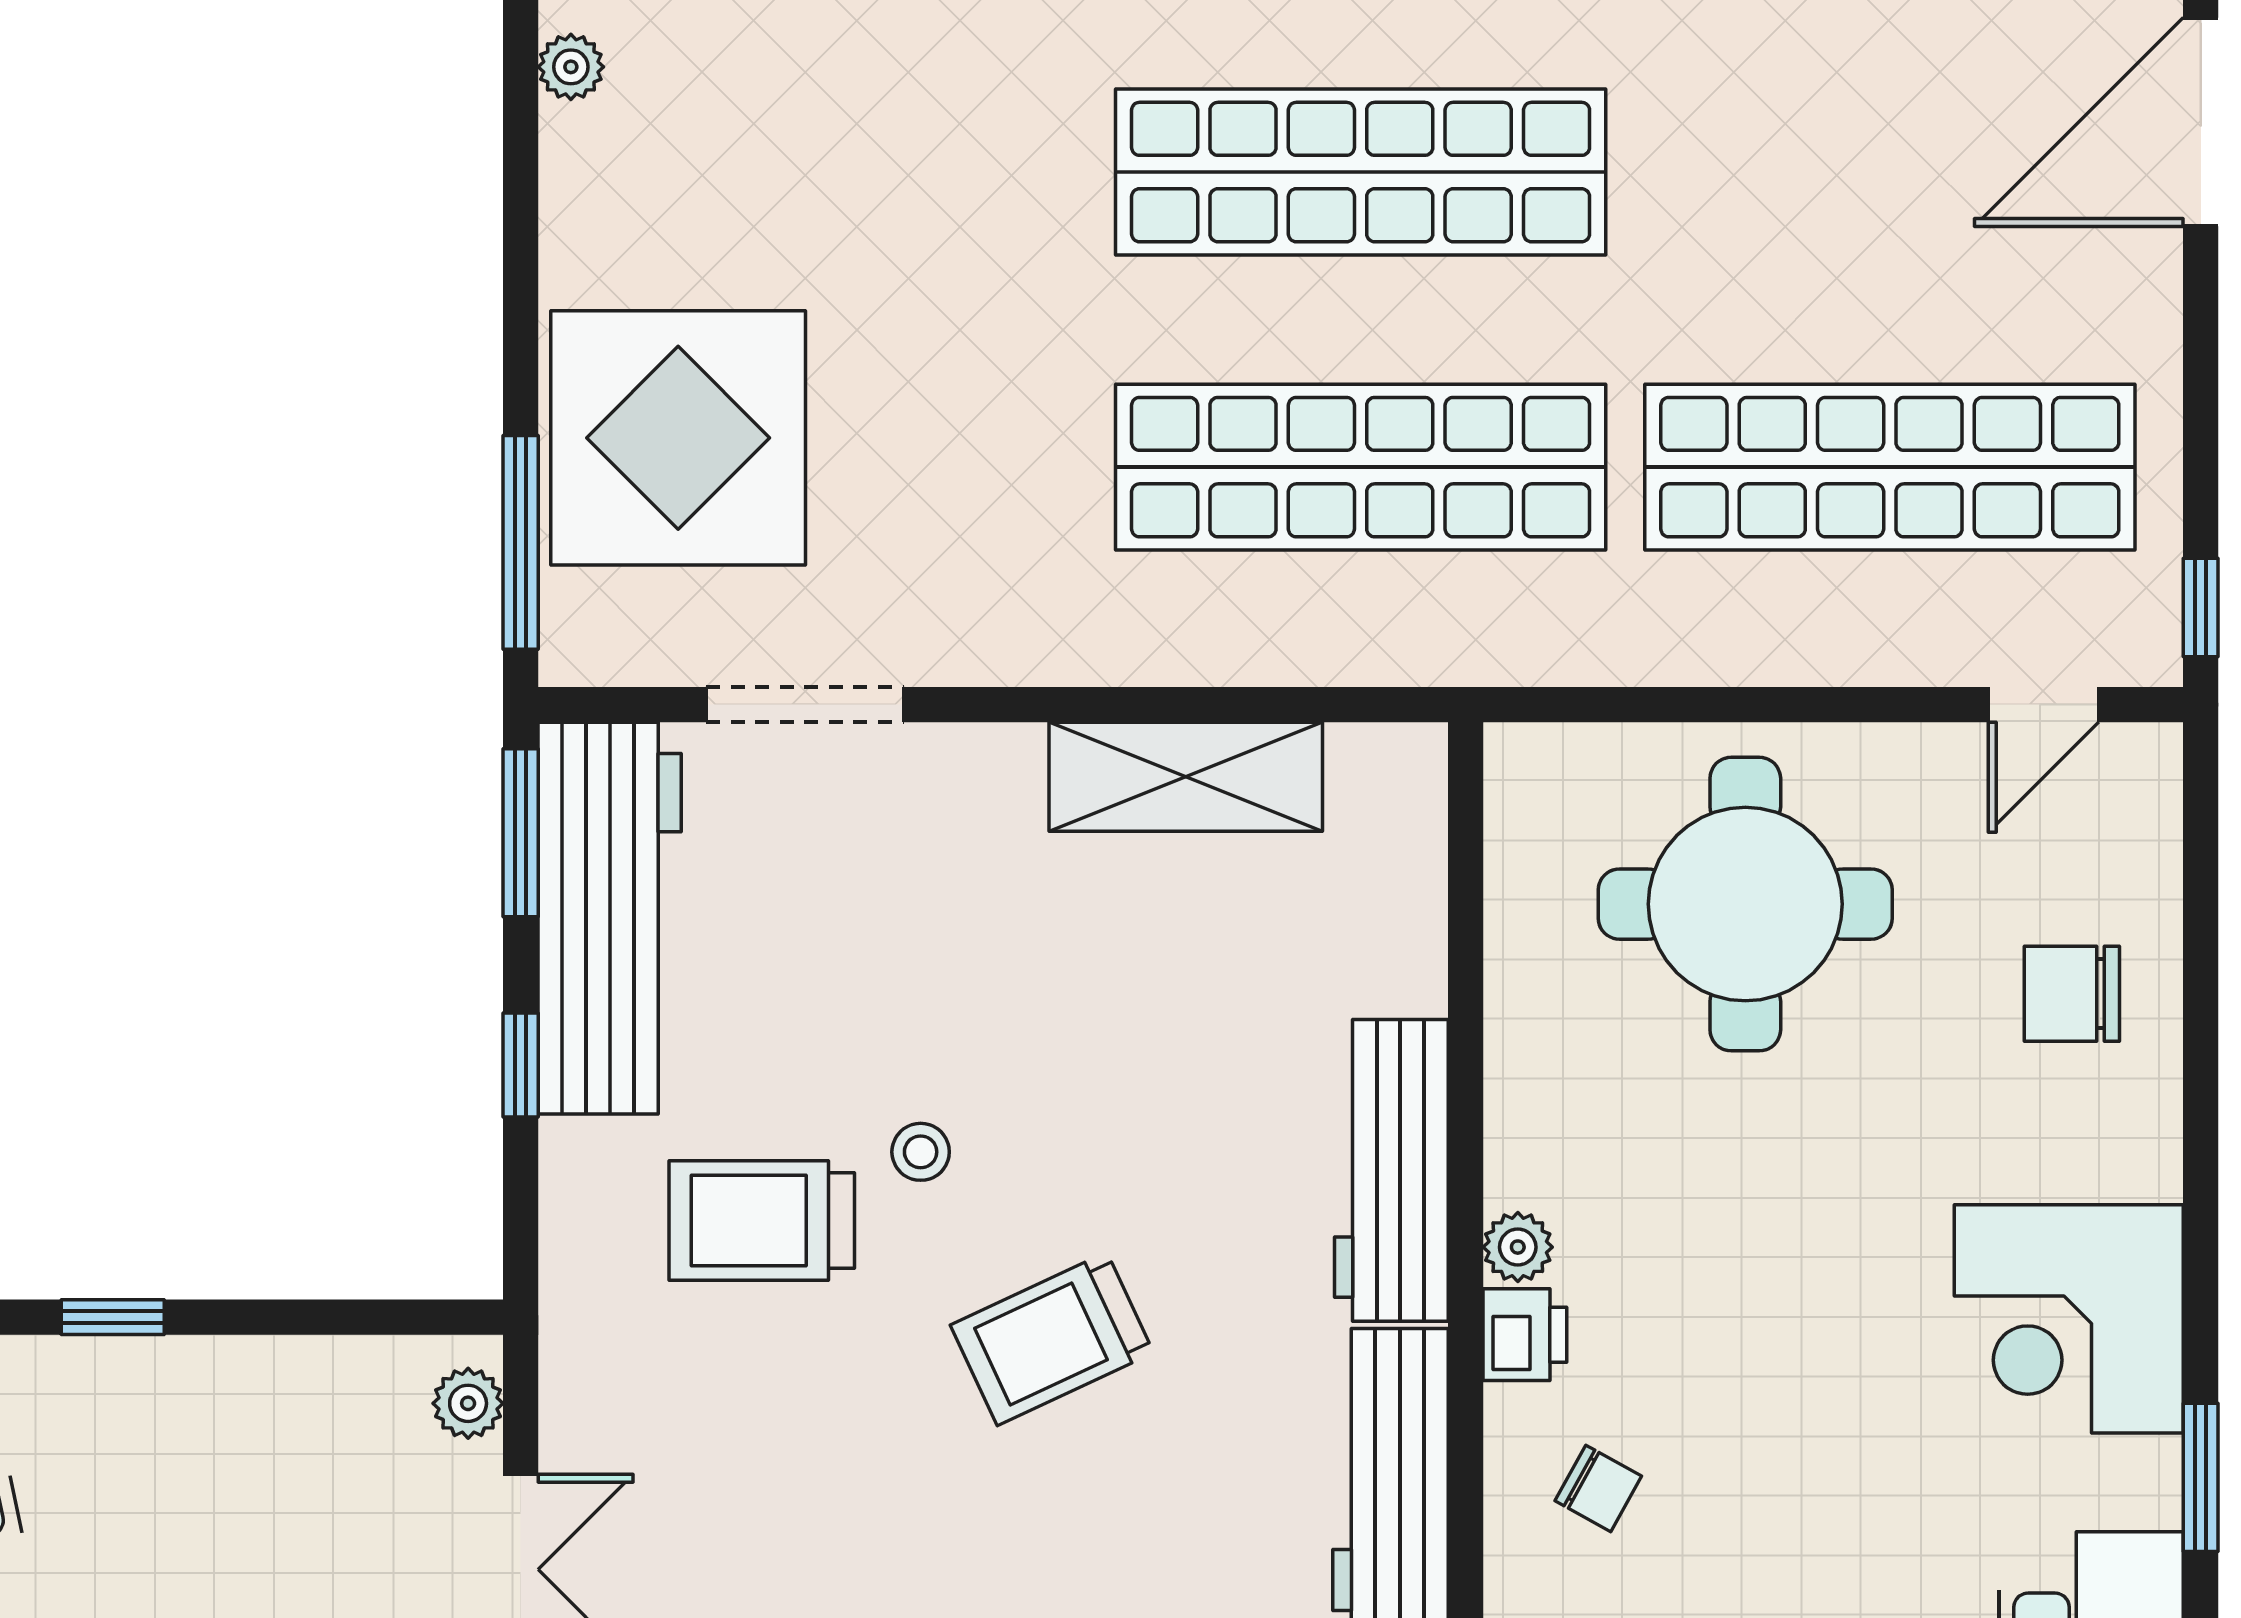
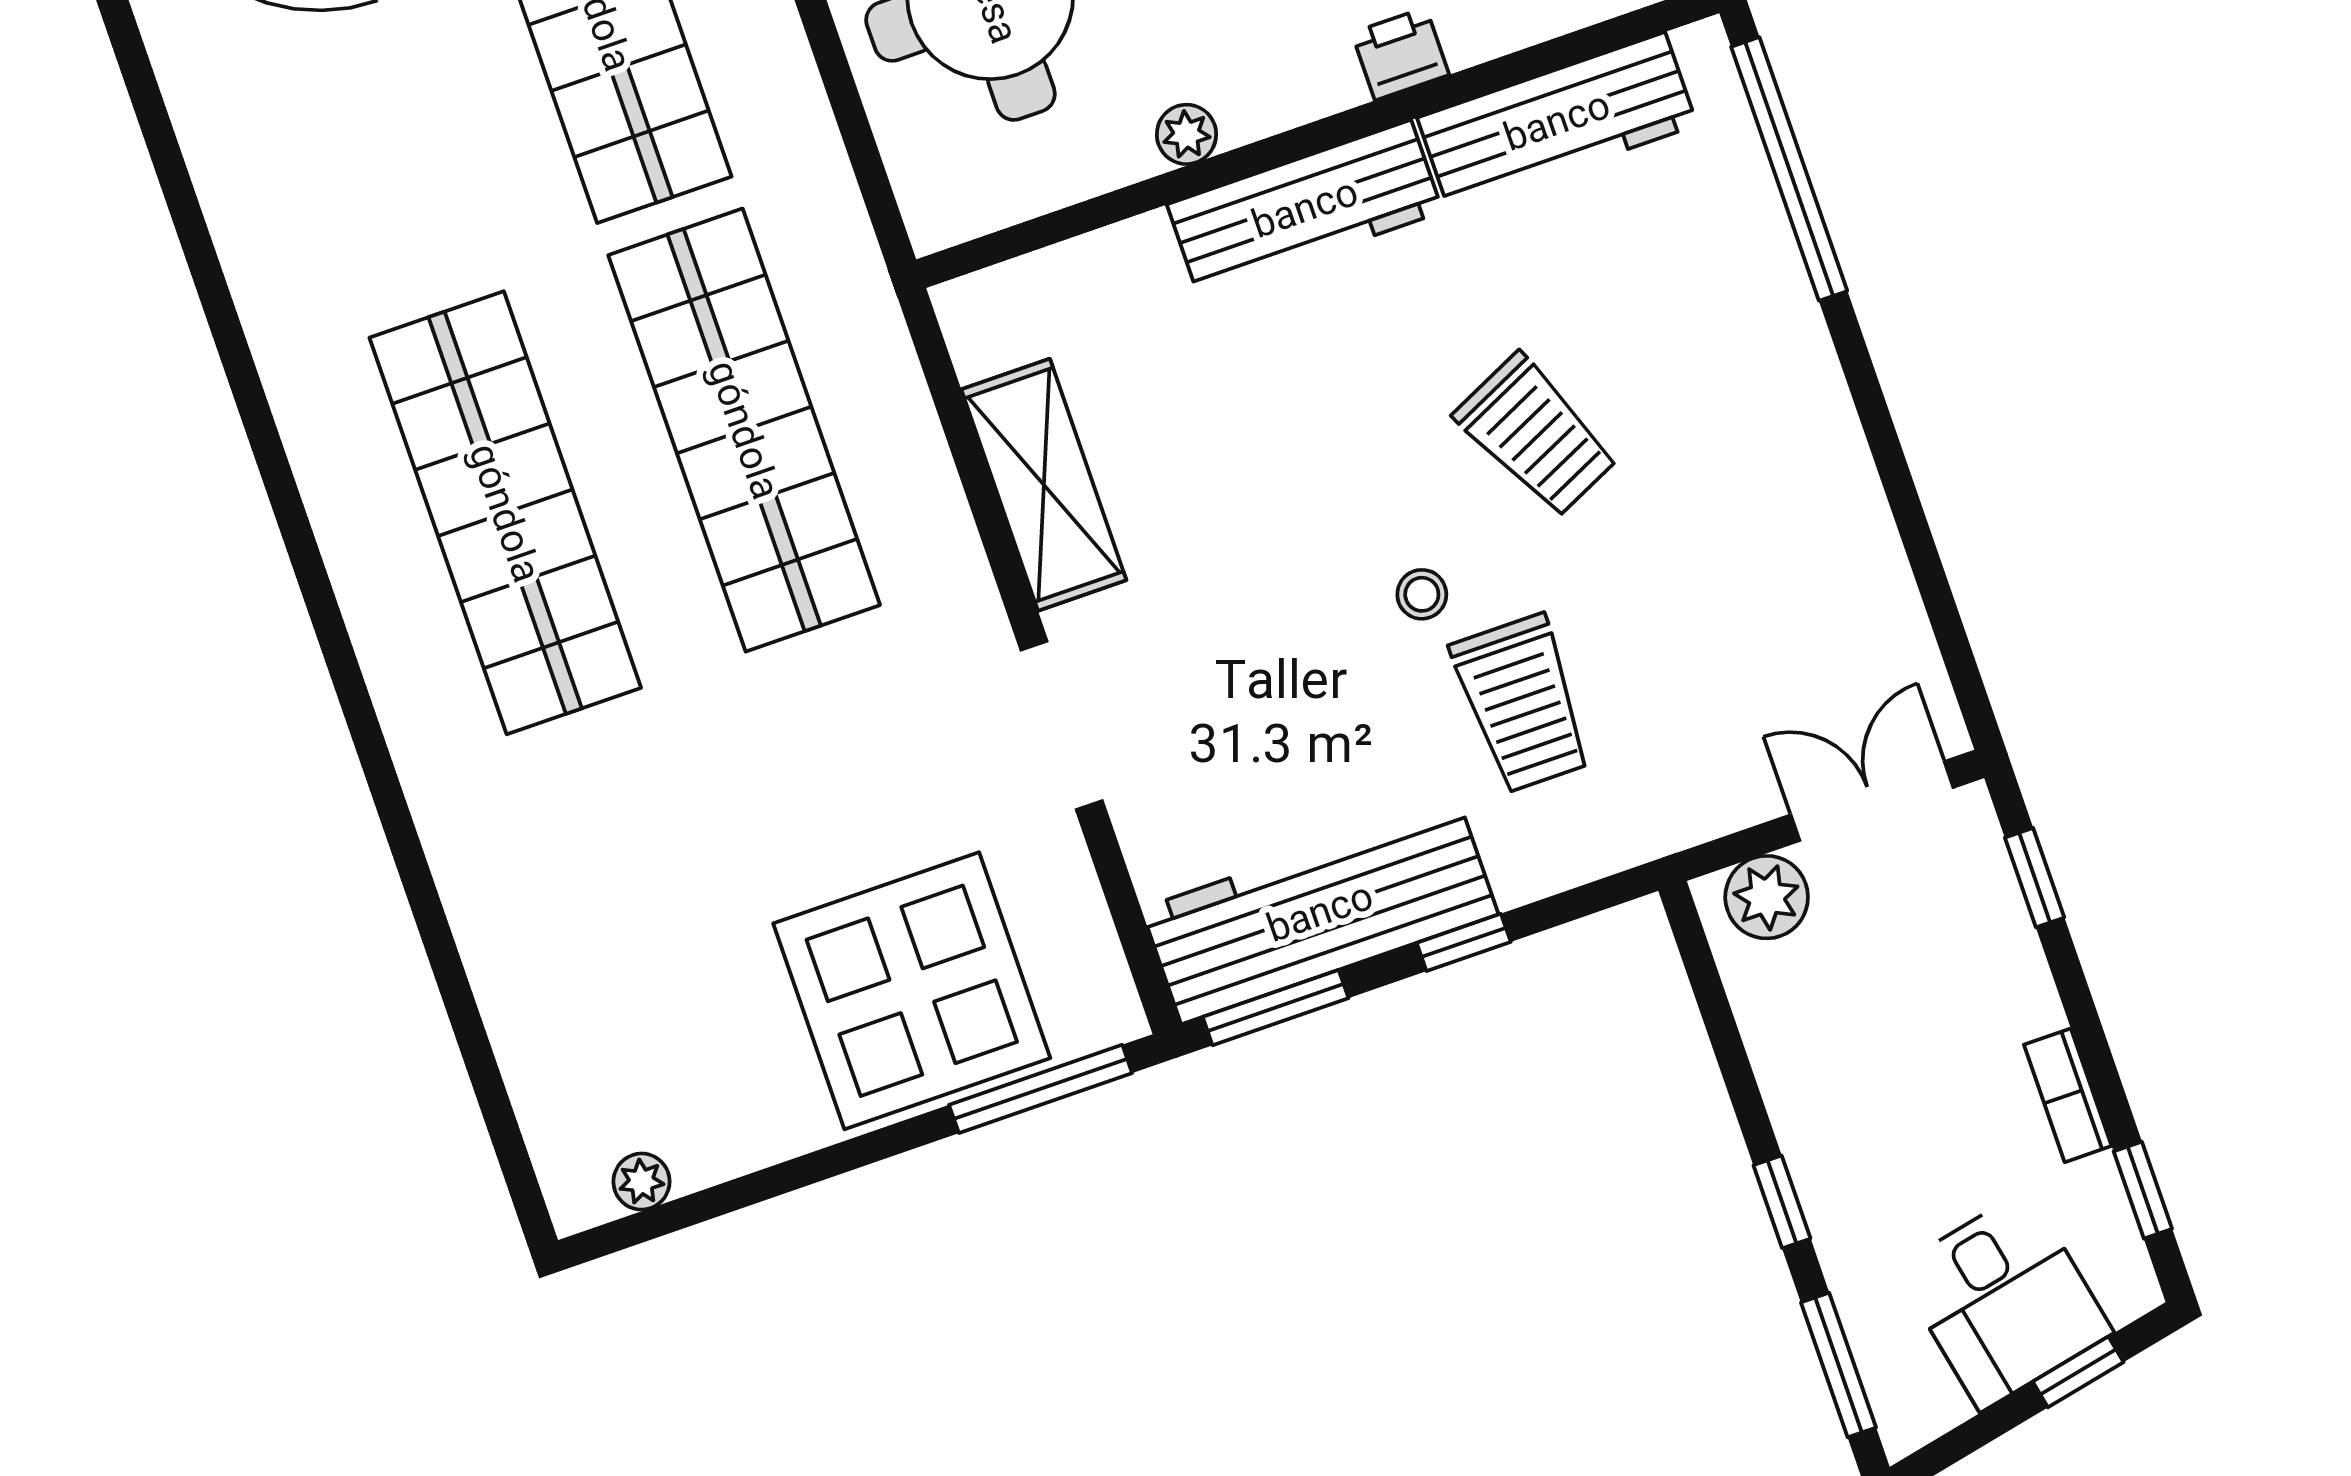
doorway: (805, 705) -> (1062, 725), moved
plant: (1518, 1247) -> (1186, 134), moved
plant: (468, 1403) -> (1767, 897), width x1.38, depth x1.38

